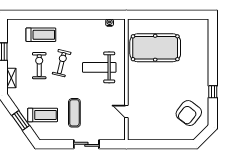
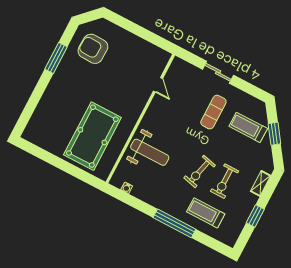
window: (60, 15) -> (174, 223), added
pool table: (155, 48) -> (92, 136), turned 90
weight bench: (99, 67) -> (150, 152), moved
window: (213, 92) -> (56, 58), width x2.17
armchair: (189, 113) -> (93, 49), turned -126

